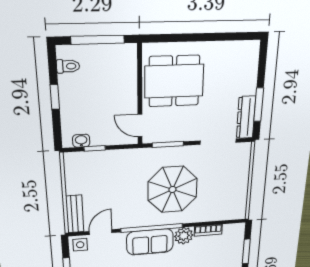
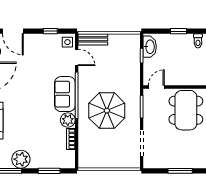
window: (259, 105) -> (180, 171), moved
dresser: (246, 117) -> (158, 162), removed
washbasin: (81, 141) -> (150, 47), width x1.91, depth x1.45

